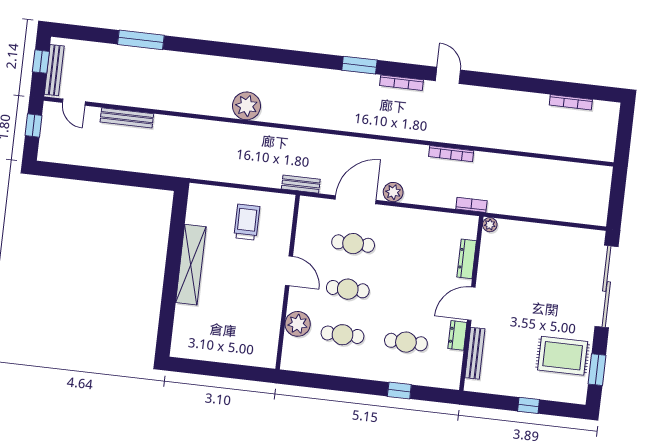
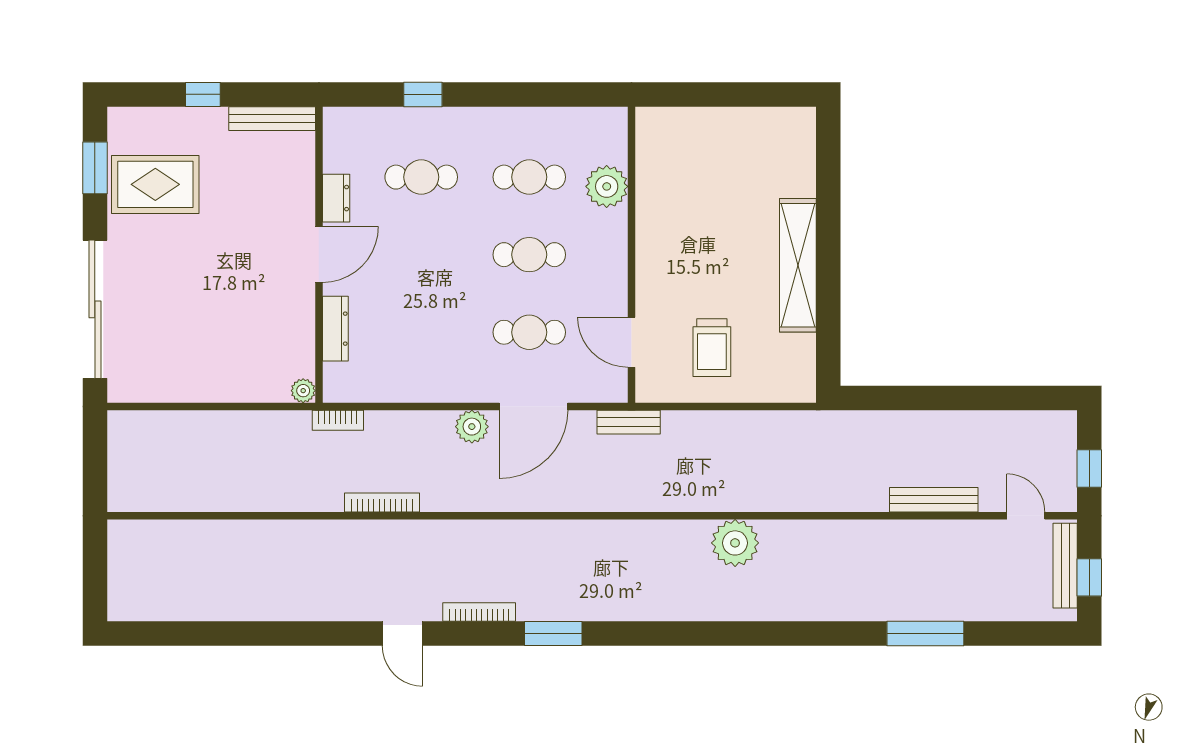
bookcase: (571, 102) -> (191, 612), removed
door: (289, 271) -> (632, 342), moved
bench: (475, 353) -> (272, 119), moved, turned 90

